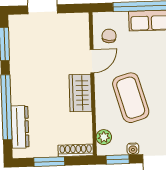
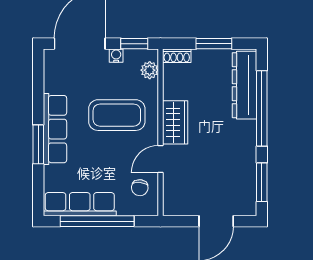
coffee table: (131, 98) -> (117, 115), turned -74
dresser: (20, 127) -> (244, 85), width x1.37, depth x1.24
shoe rack: (76, 150) -> (177, 56), width x0.70

